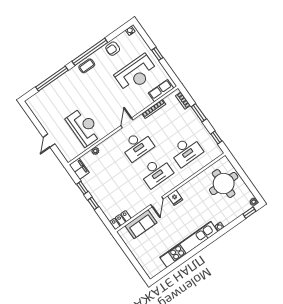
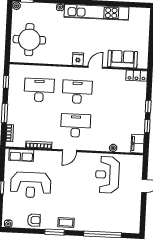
window: (90, 52) -> (55, 232), width x0.47
reception desk: (136, 74) -> (31, 185), turned 180

